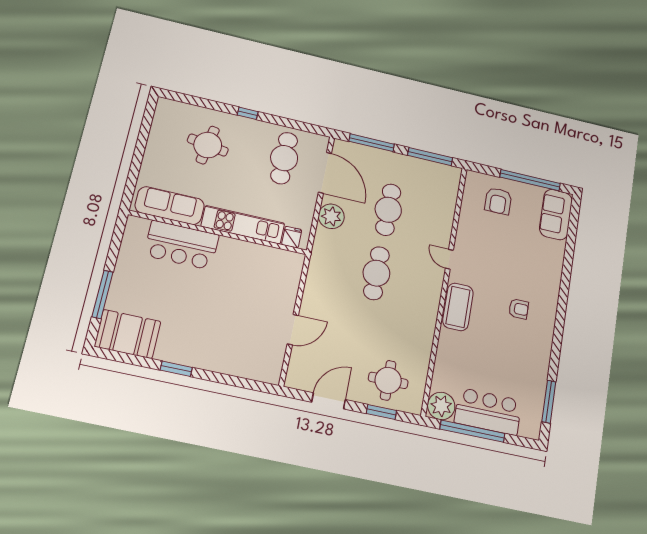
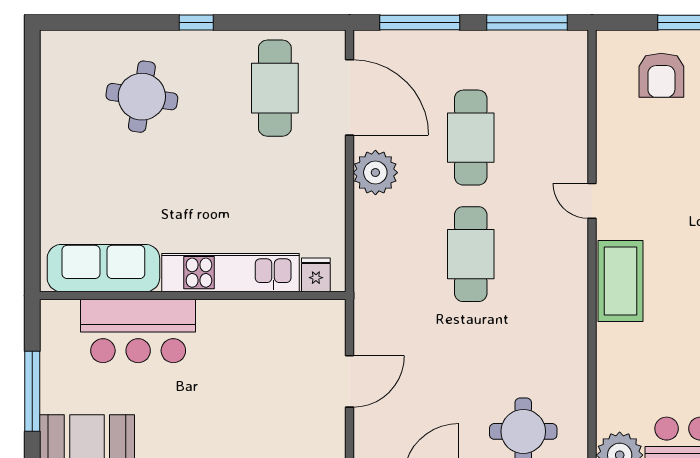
sofa: (170, 206) -> (103, 268), moved
kitchen unit: (243, 225) -> (231, 273), moved
wall: (218, 233) -> (193, 296), moved
fridge: (292, 237) -> (316, 275), moved
bar counter: (181, 245) -> (138, 331), moved

